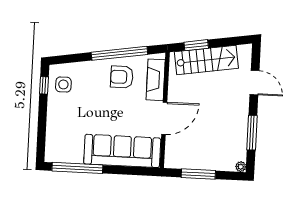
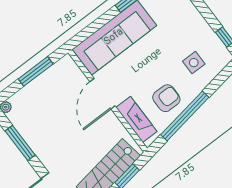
side table: (63, 84) -> (194, 63), moved

